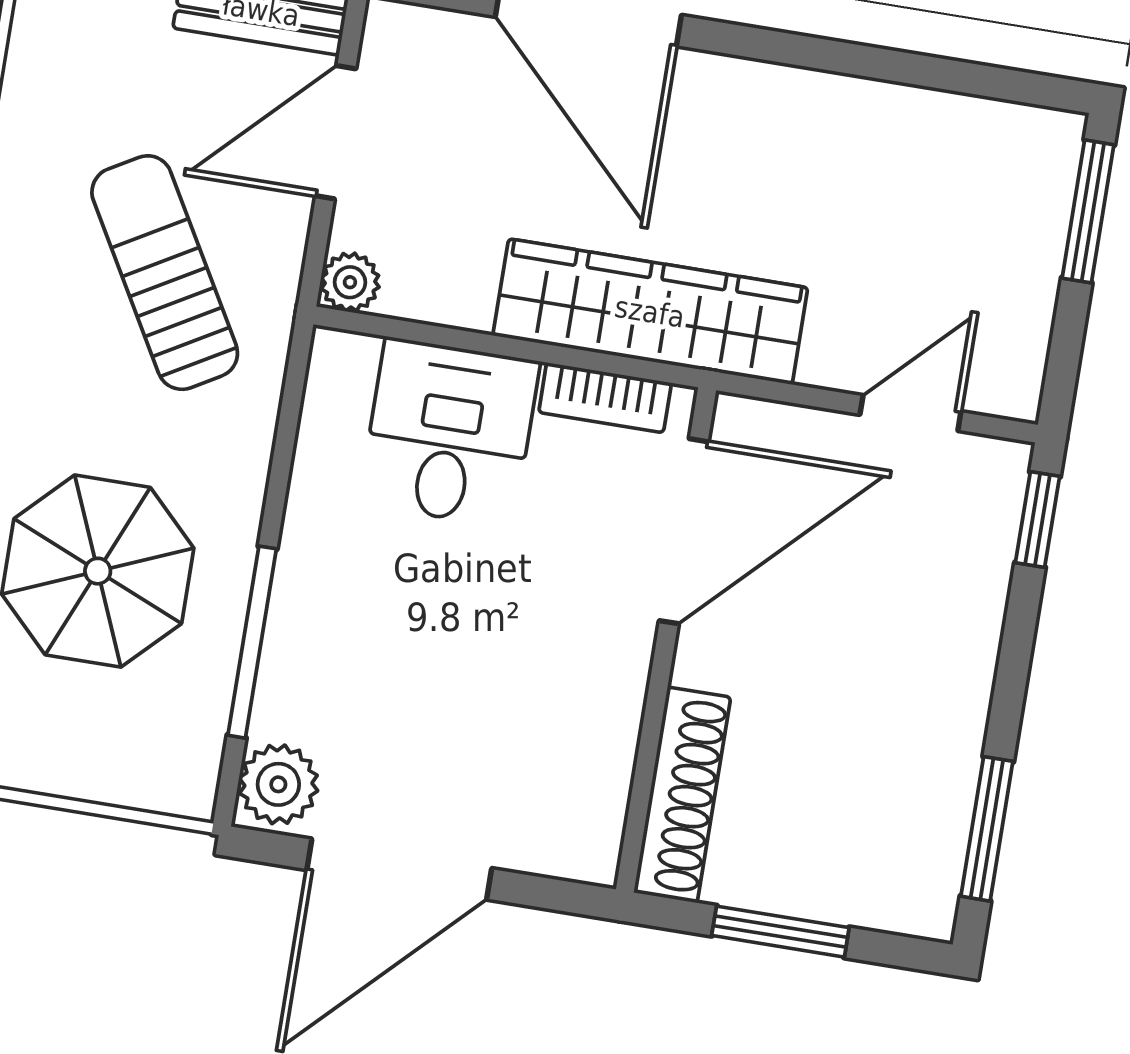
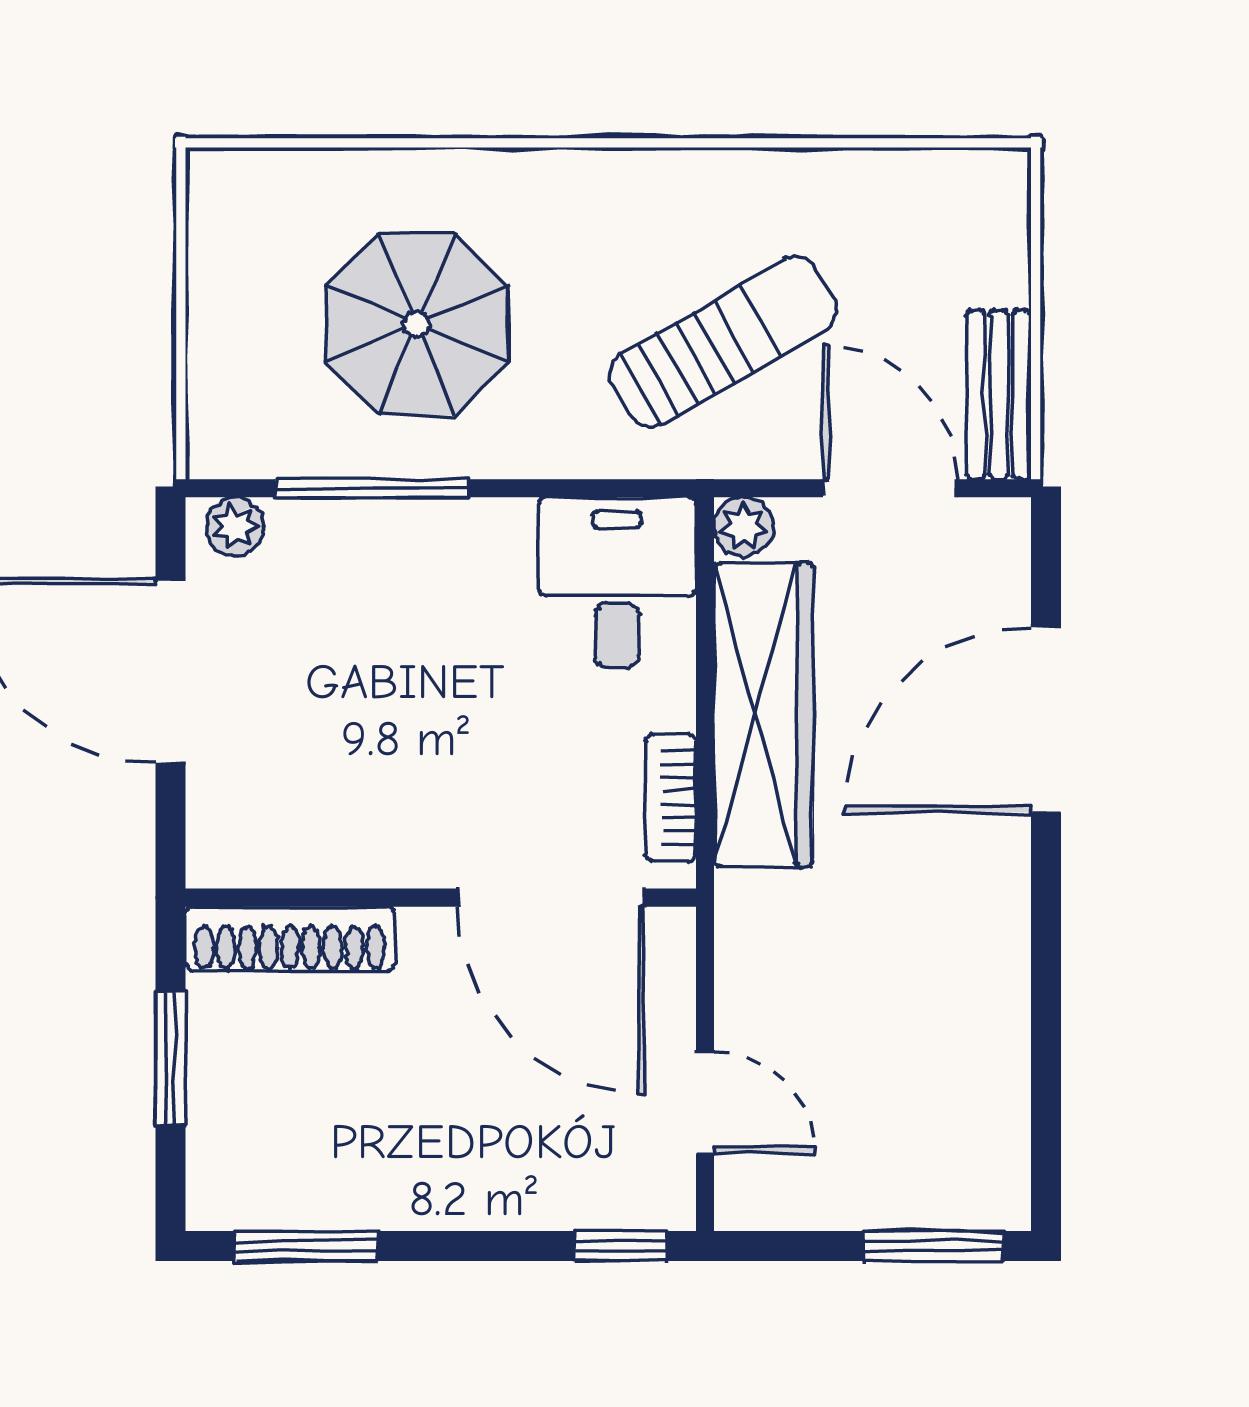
wardrobe: (650, 312) -> (763, 715), moved
desk: (449, 433) -> (617, 582), moved, turned -90
plant: (278, 784) -> (235, 526), width x0.73, depth x0.73

